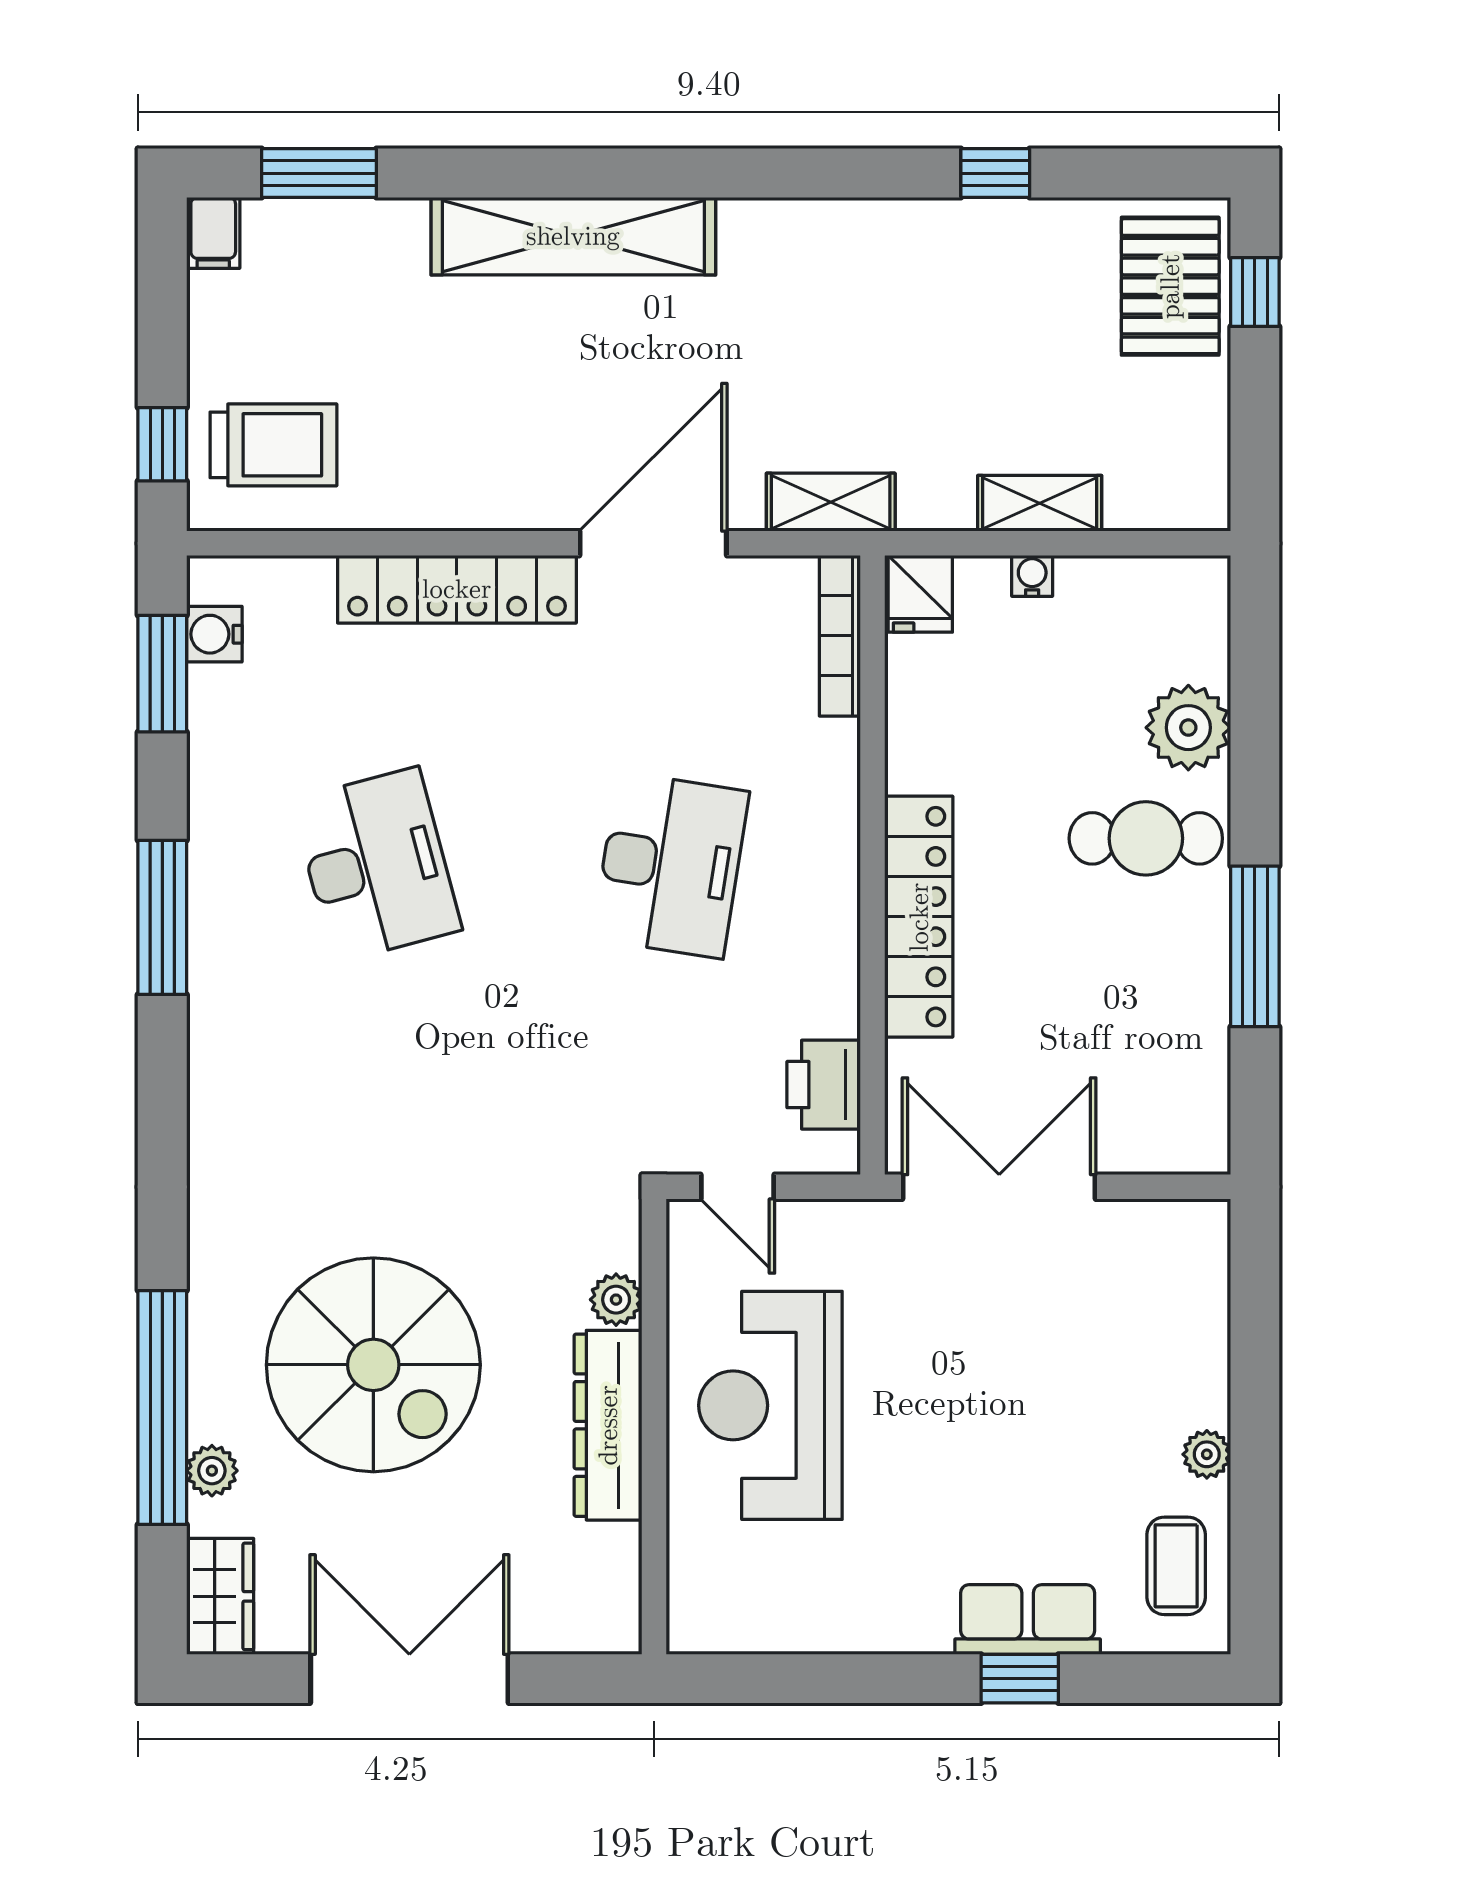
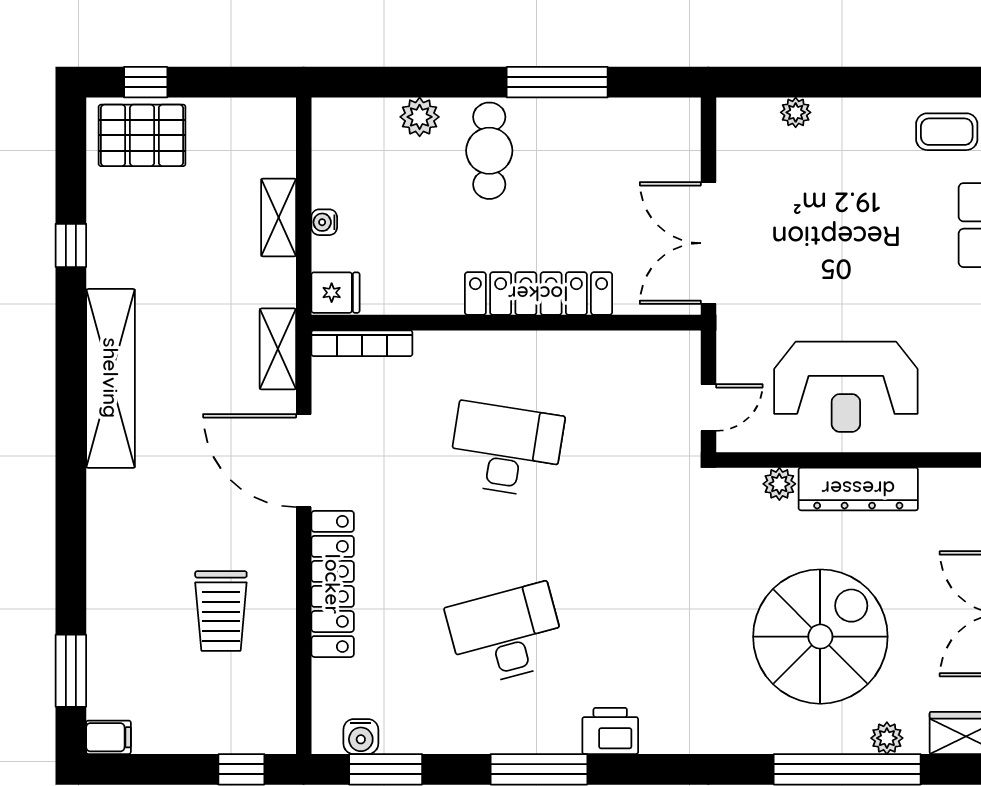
shelving: (573, 236) -> (111, 378), moved
trolley: (273, 445) -> (221, 611), moved, turned 180
plant: (1188, 728) -> (420, 117), width x0.73, depth x0.73
printer: (824, 1085) -> (610, 731), moved, turned 180
plant: (1207, 1454) -> (796, 112), moved

